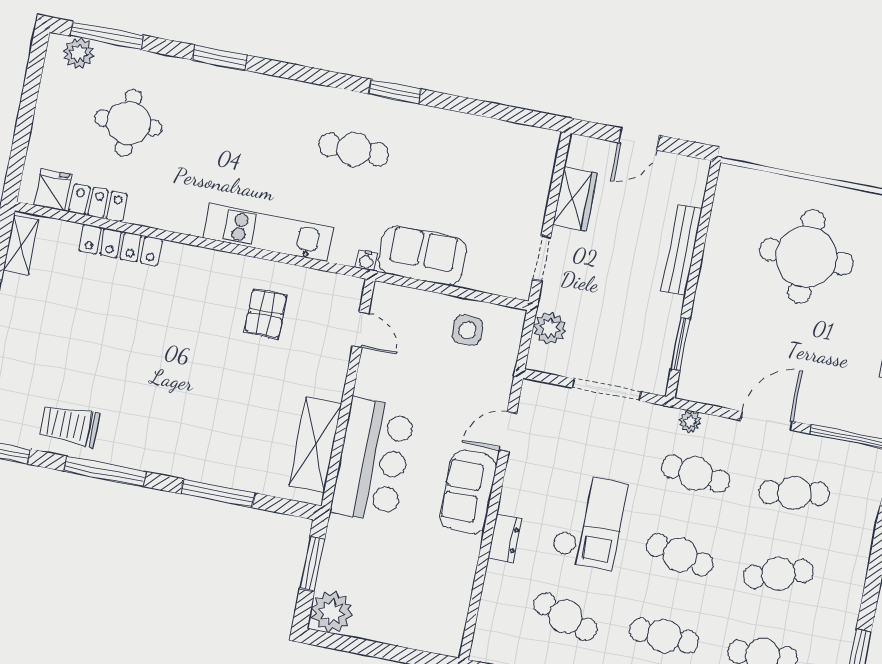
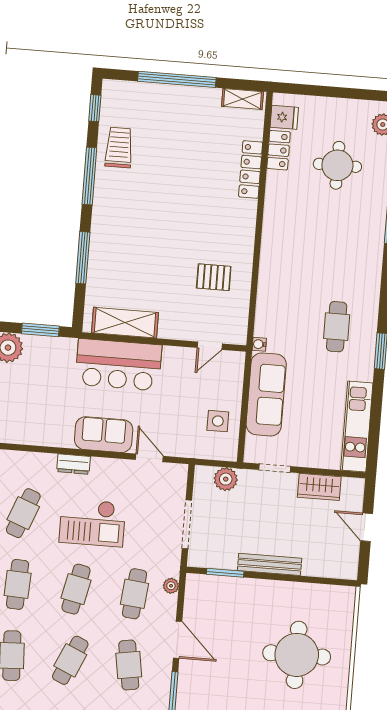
kitchen unit: (268, 233) -> (357, 427), moved, turned 180
bench: (682, 249) -> (270, 564), moved
sofa: (422, 256) -> (266, 394), width x1.36
cafe table: (778, 574) -> (70, 660), turned 42

